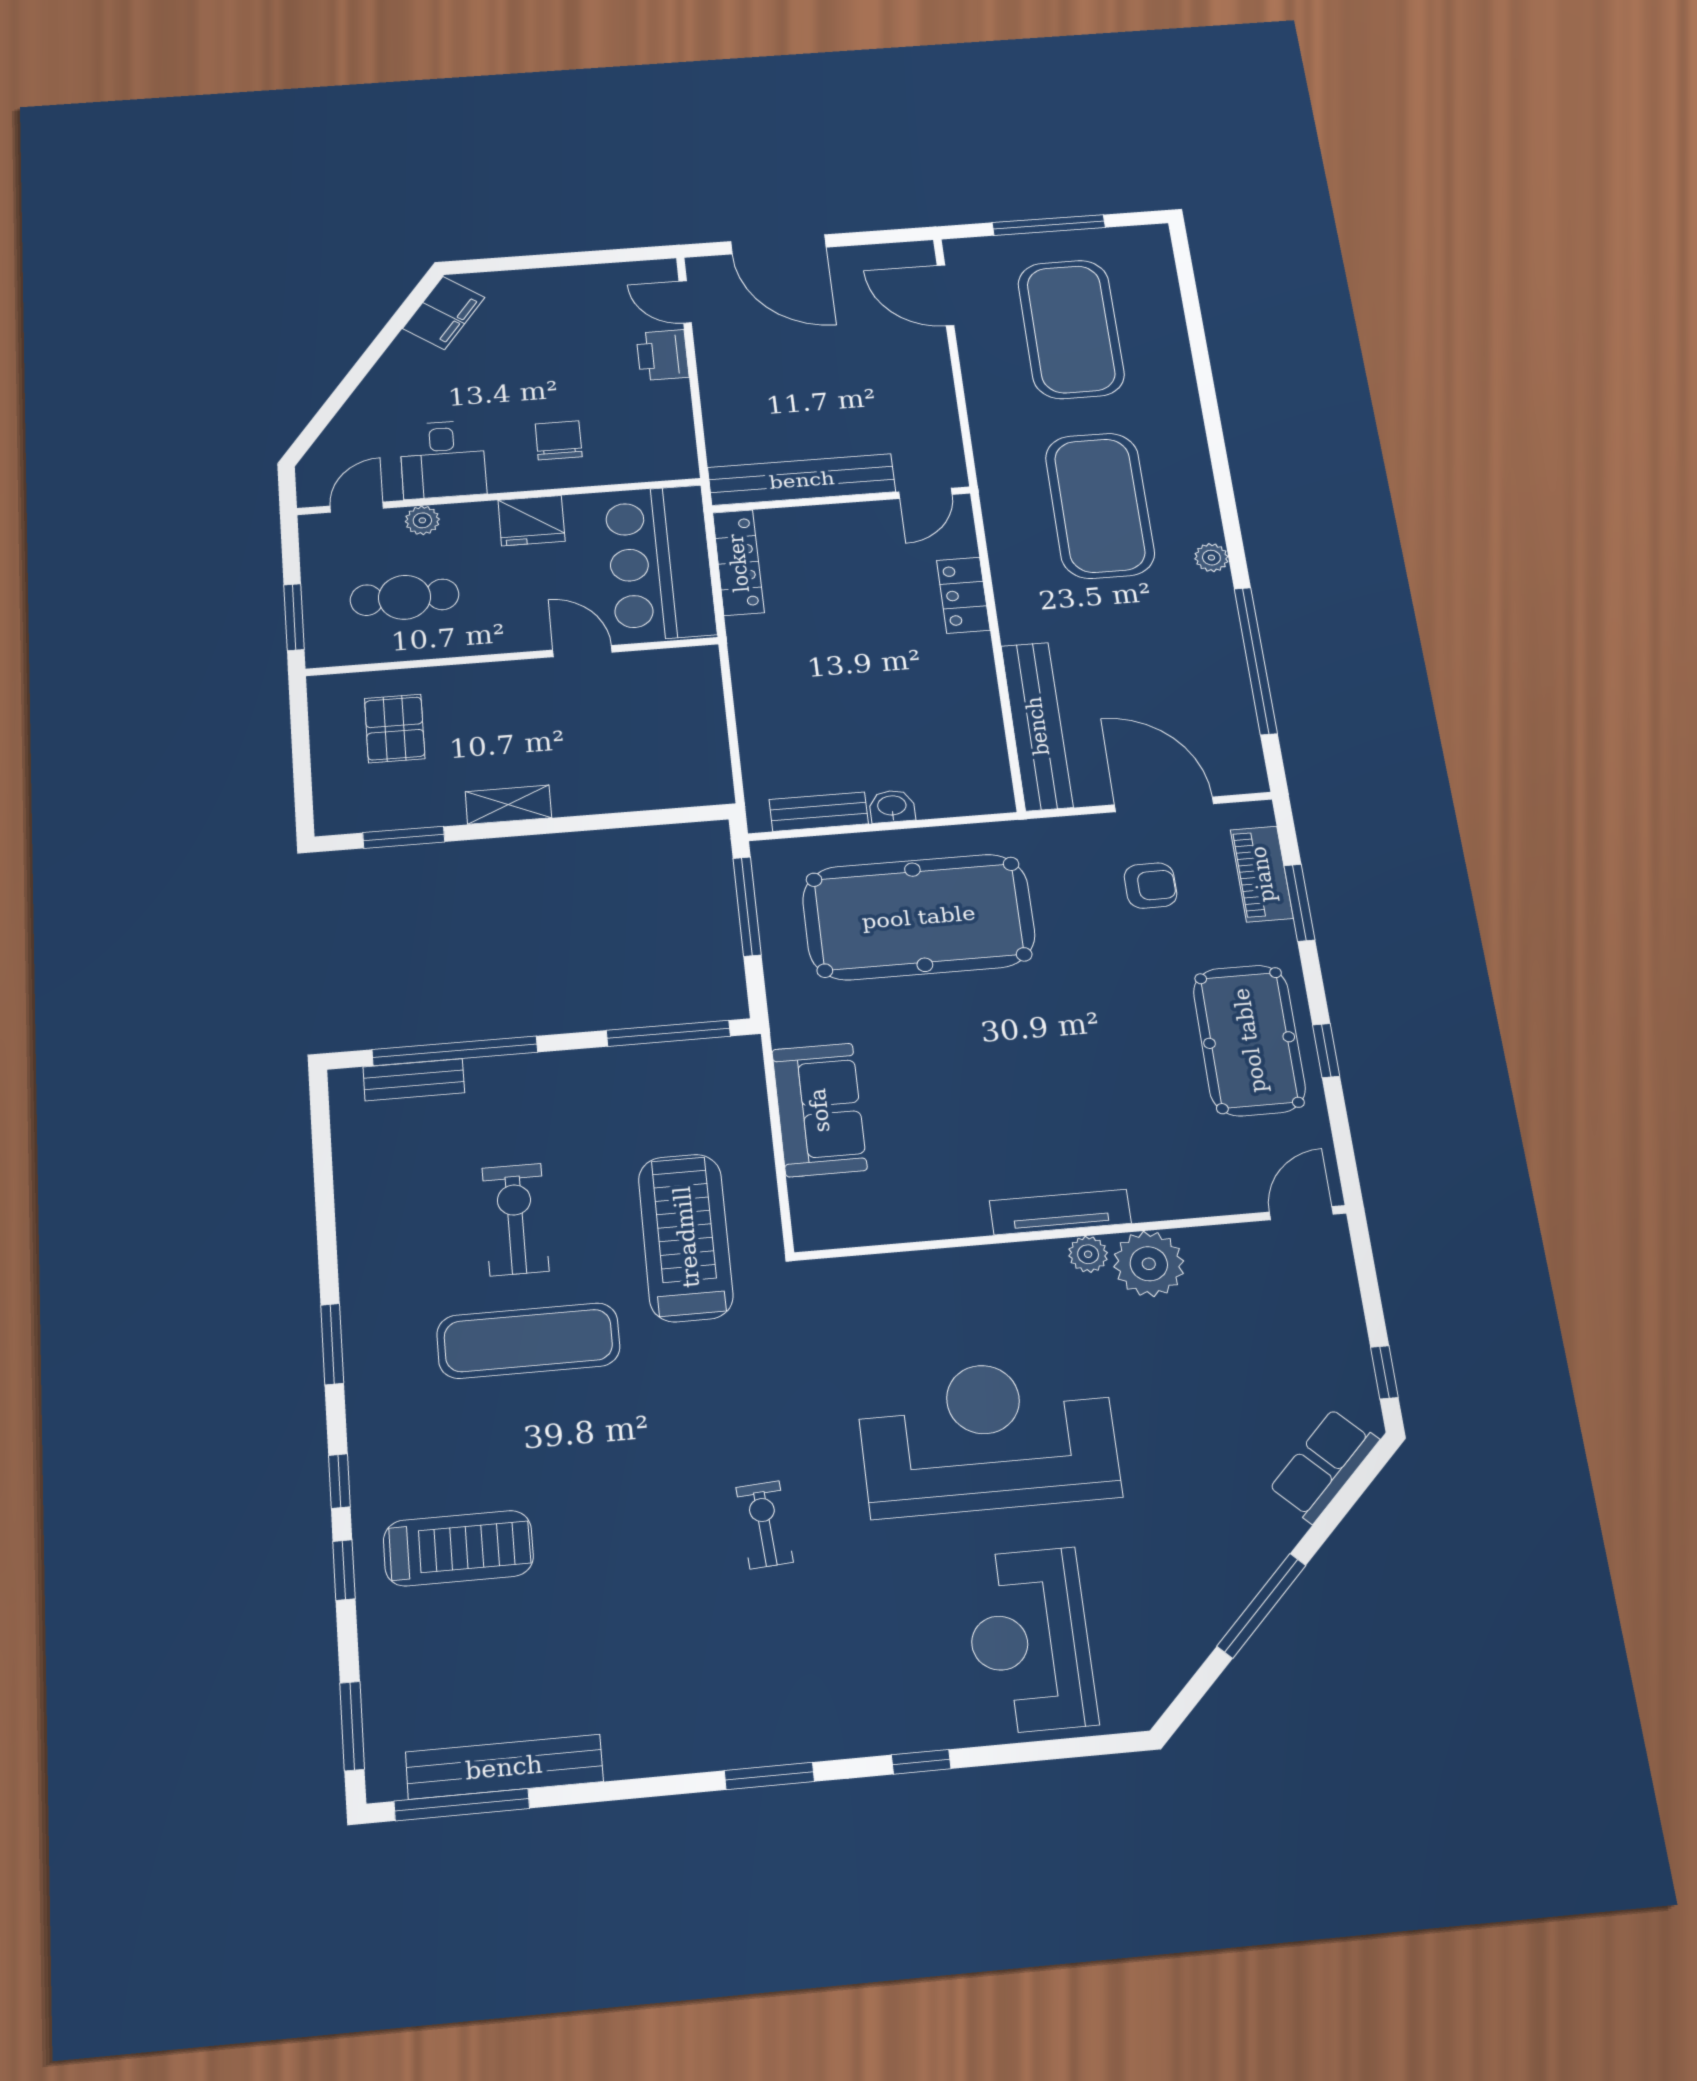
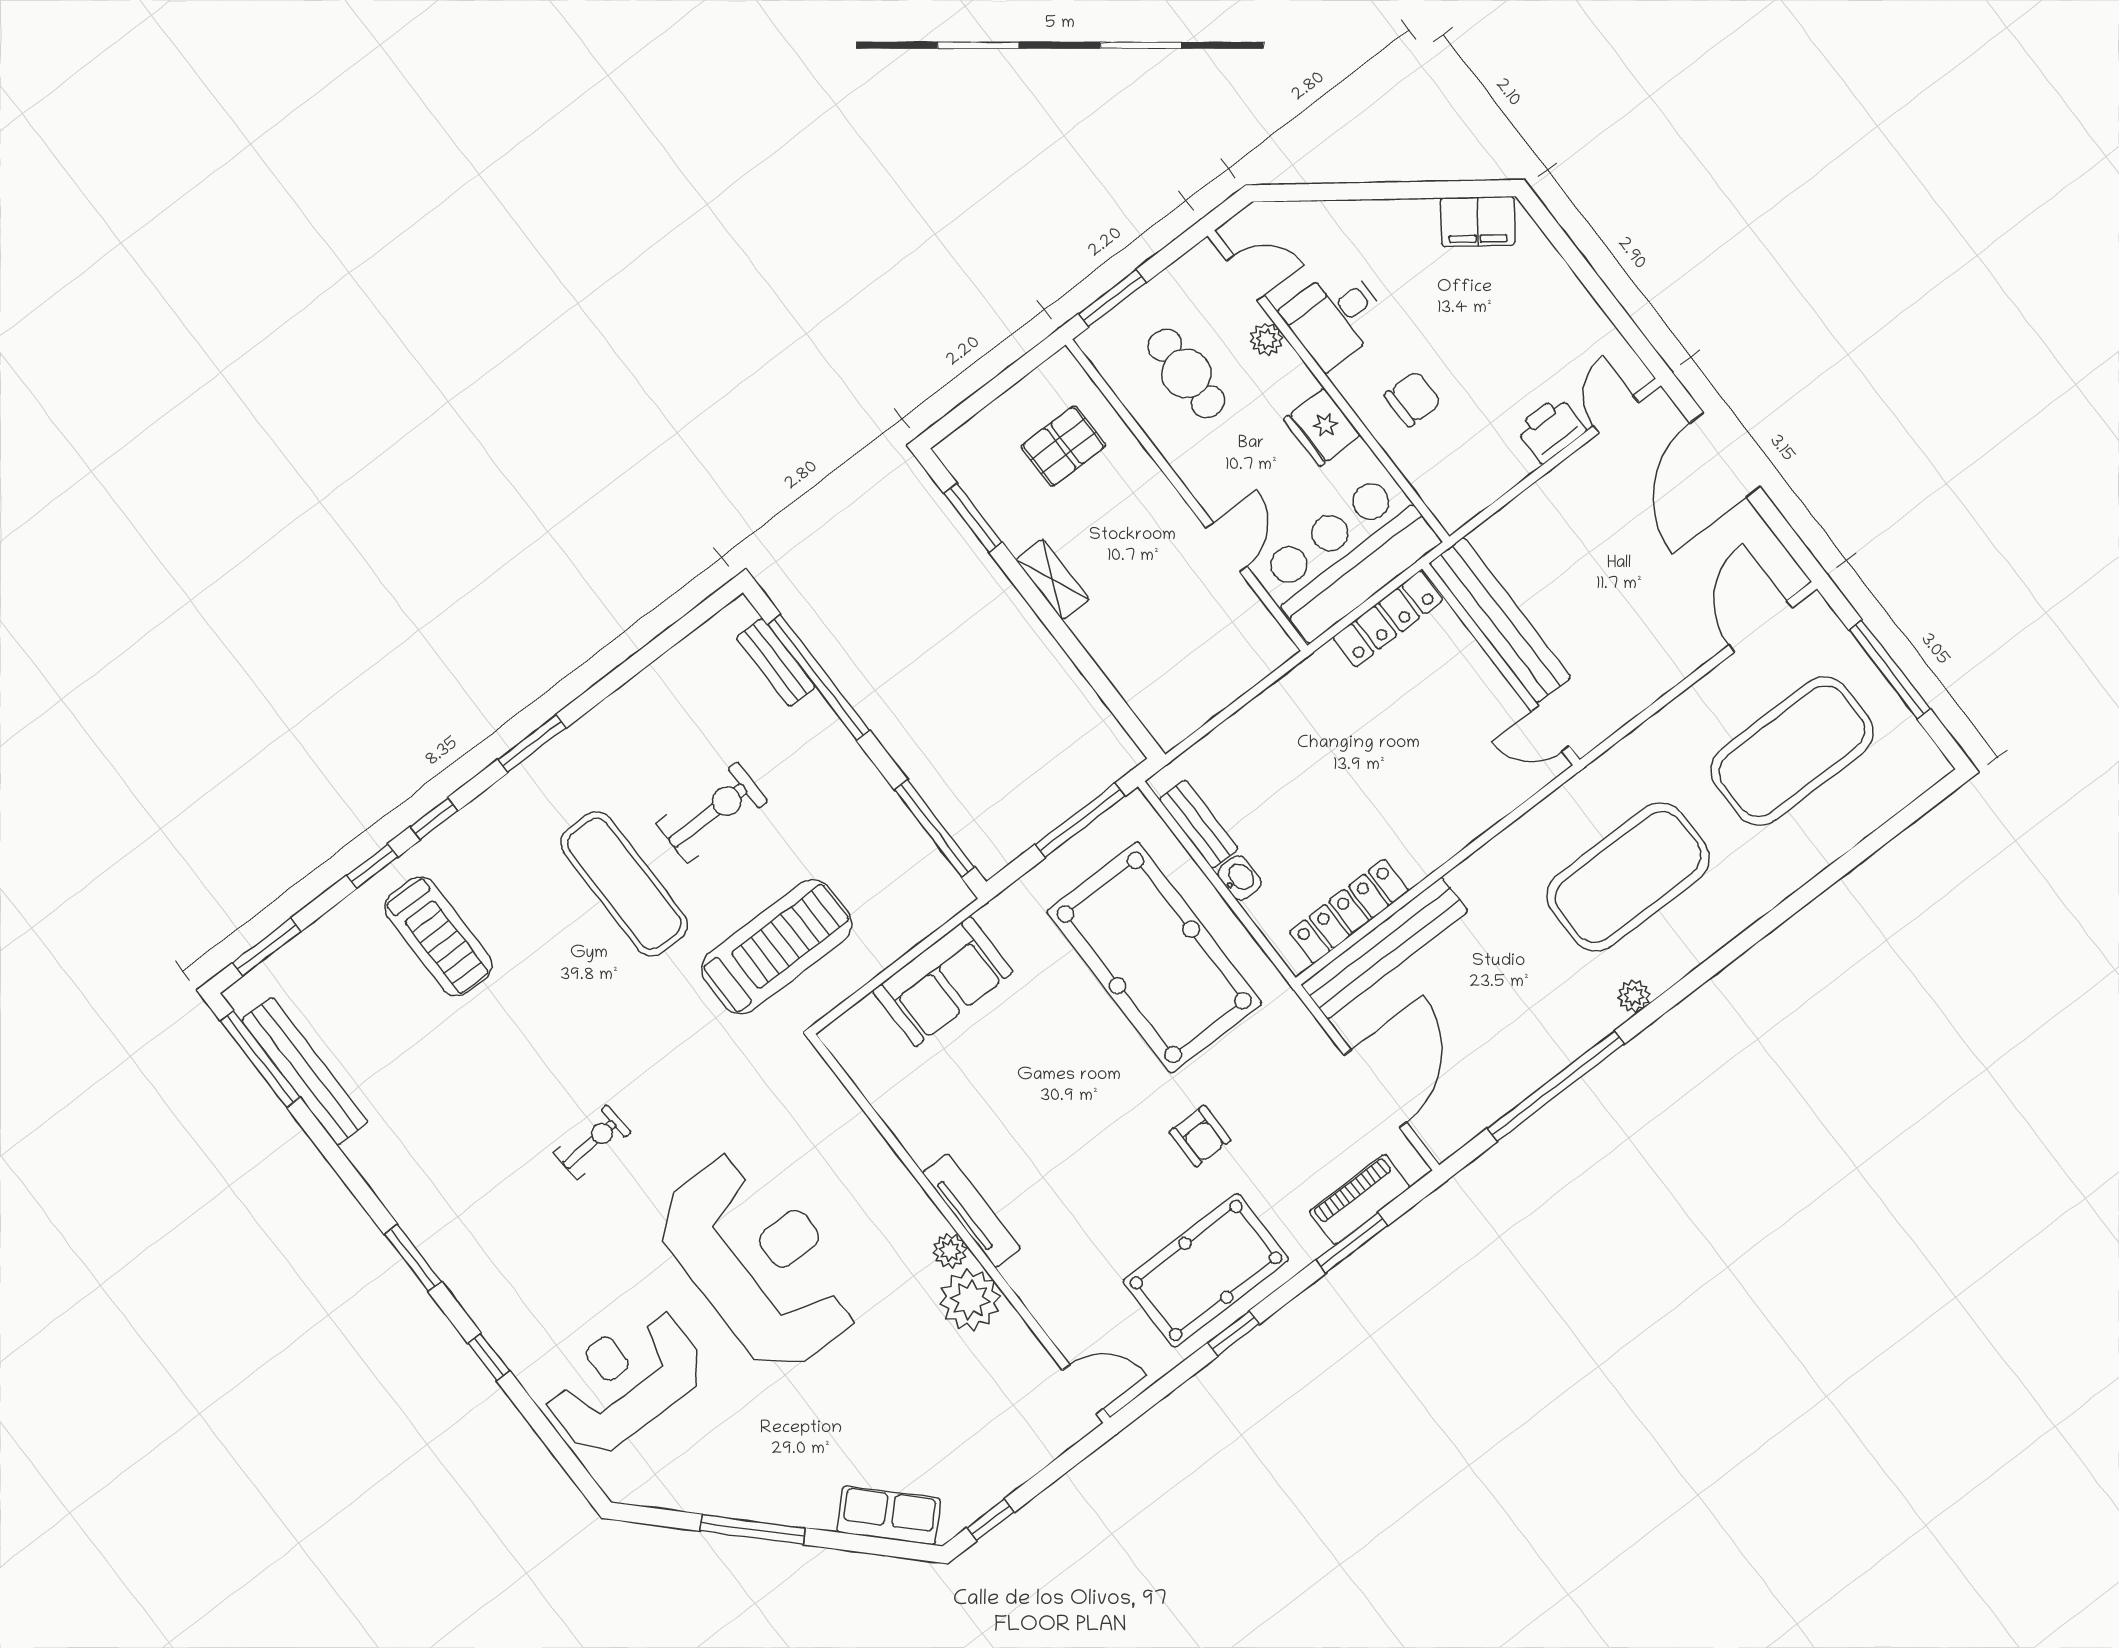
locker: (963, 595) -> (1349, 911), moved, width x1.53
armchair: (1151, 886) -> (1200, 1136), moved

